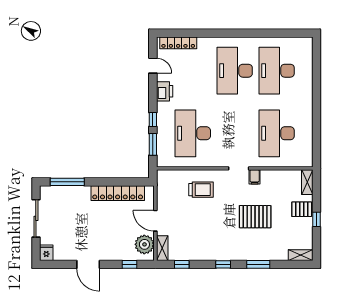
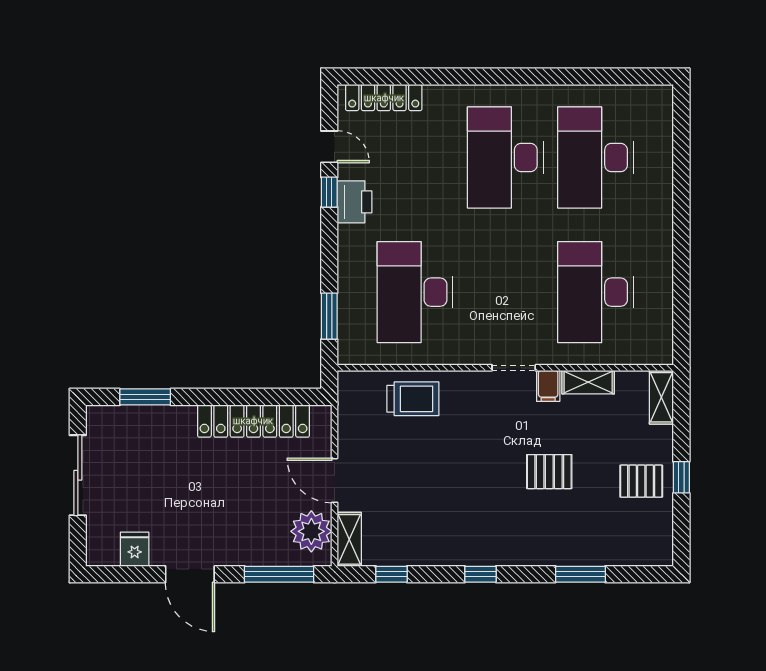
window: (153, 119) -> (329, 192), moved
window: (67, 182) -> (145, 397), width x0.69
trolley: (201, 190) -> (413, 399), moved
pallet: (302, 209) -> (641, 481), moved
pallet: (255, 217) -> (549, 472), width x0.67, depth x0.71
fridge: (46, 253) -> (135, 549), moved
shelving: (301, 255) -> (588, 382), moved
window: (130, 264) -> (279, 574), width x2.17
window: (258, 264) -> (580, 574), moved

